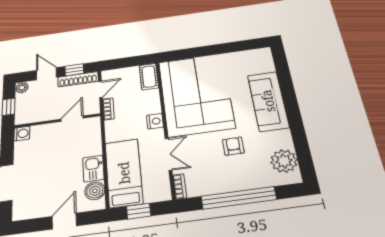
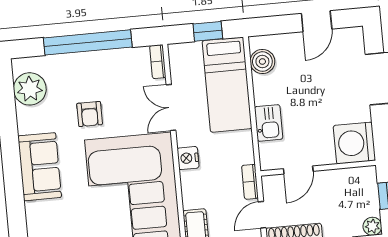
sofa: (268, 101) -> (40, 167), width x0.73
washing machine: (22, 134) -> (354, 143), width x1.89, depth x1.89
kitchen sink: (93, 169) -> (269, 123), moved
door: (64, 221) -> (317, 21), moved

